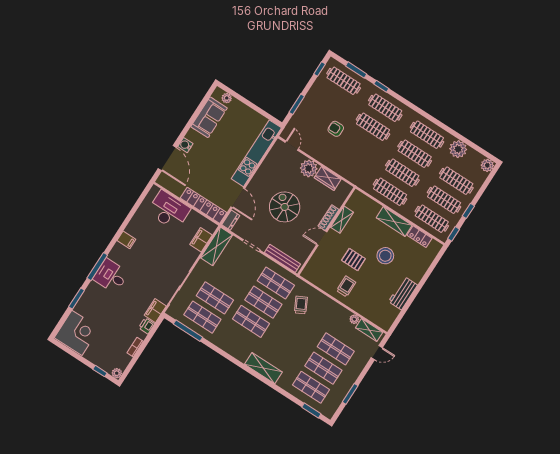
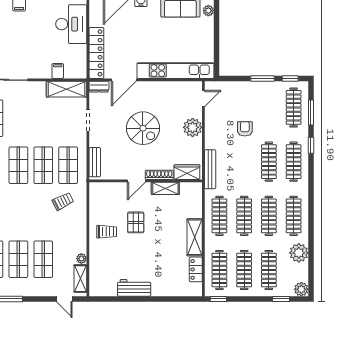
window: (297, 104) -> (262, 79), moved
bench: (350, 176) -> (210, 169), added
wardrobe: (328, 178) -> (187, 172), moved, turned 90
spiral stairs: (285, 207) -> (143, 128), turned 90
window: (468, 211) -> (281, 299), moved
door: (322, 238) -> (136, 181), swing flipped
filing cabinet: (201, 240) -> (58, 71), width x0.50
stool: (385, 256) -> (158, 249), removed
bench: (283, 258) -> (95, 162), width x0.73
shop shelf: (215, 298) -> (18, 118), removed

